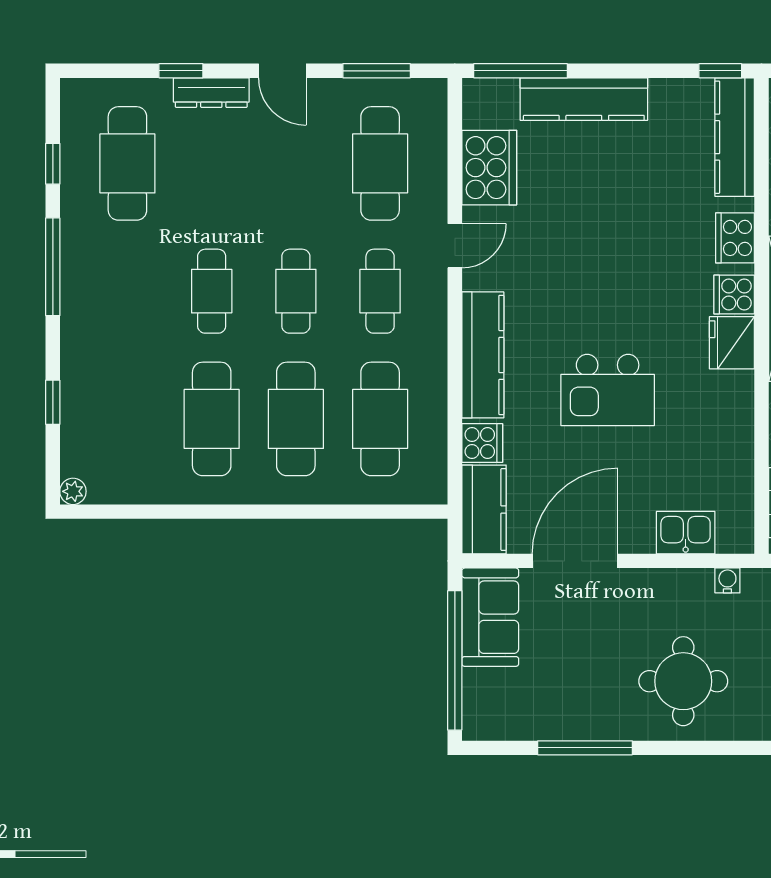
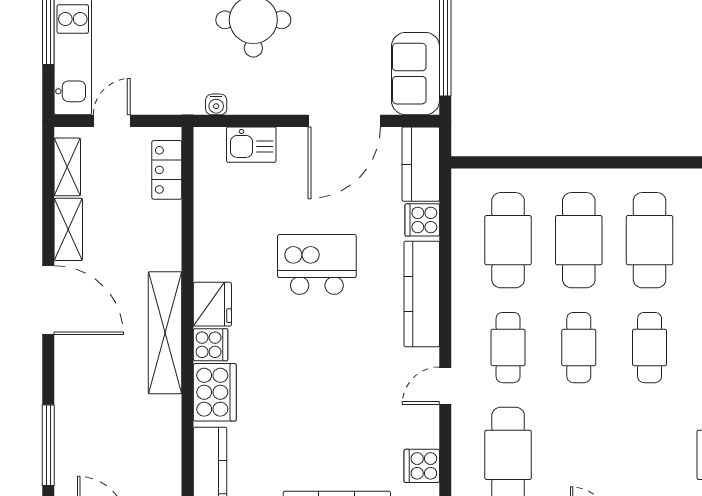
cooker: (489, 168) -> (422, 466), width x0.53, depth x0.76
cooker: (735, 238) -> (215, 392), width x1.37, depth x1.31

